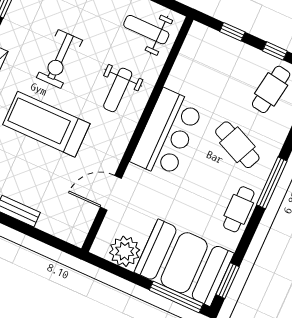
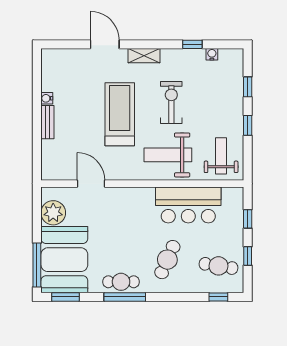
exercise bike: (59, 59) -> (171, 102), turned 90
weight bench: (118, 90) -> (168, 155), width x1.36, depth x1.33
bar counter: (167, 134) -> (188, 205), moved
window: (272, 183) -> (125, 297), moved

